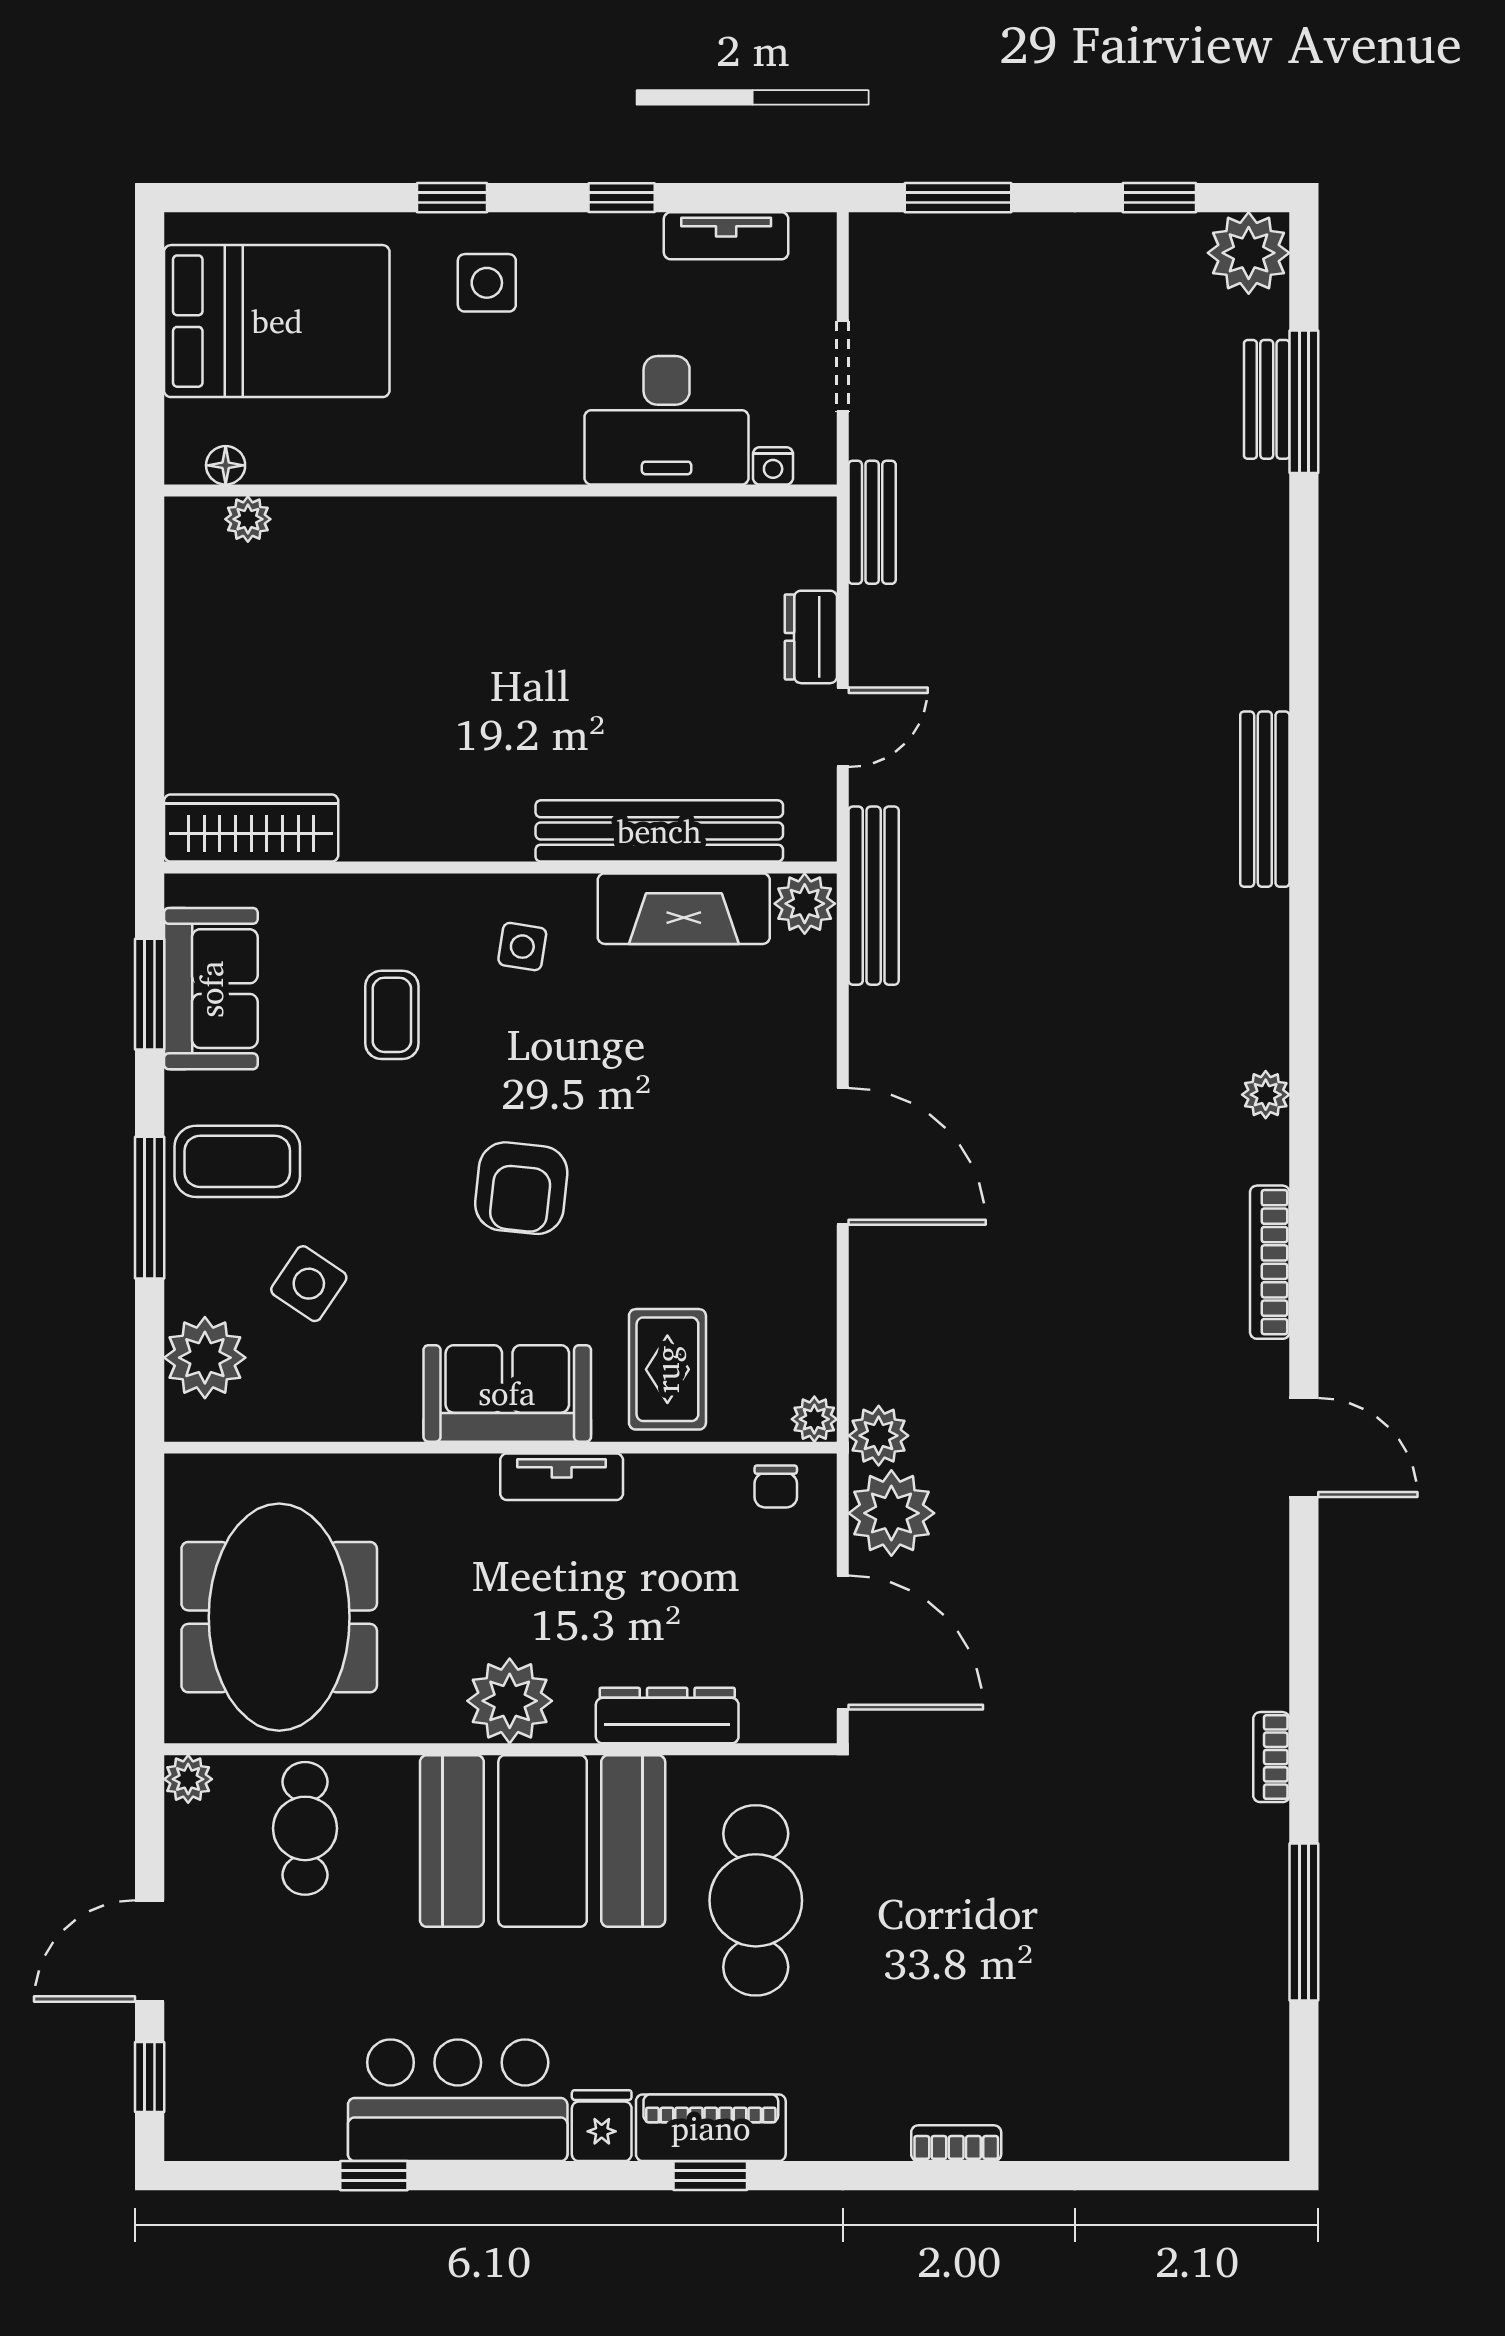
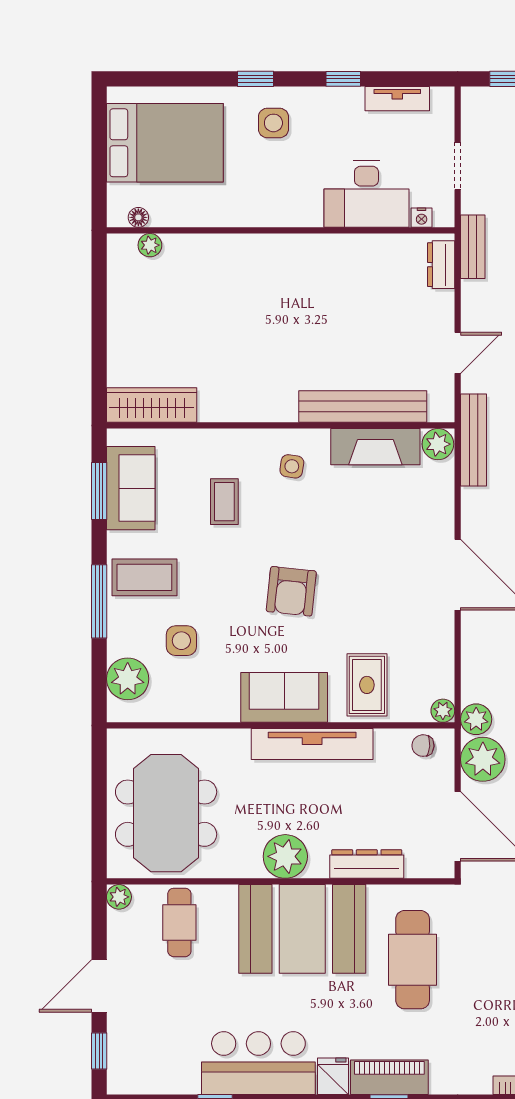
dresser: (811, 637) -> (441, 265), moved
side table: (309, 1284) -> (181, 641), turned -34
tv unit: (562, 1477) -> (312, 744), width x1.92, depth x1.29
chair: (776, 1486) -> (423, 746), turned 94

